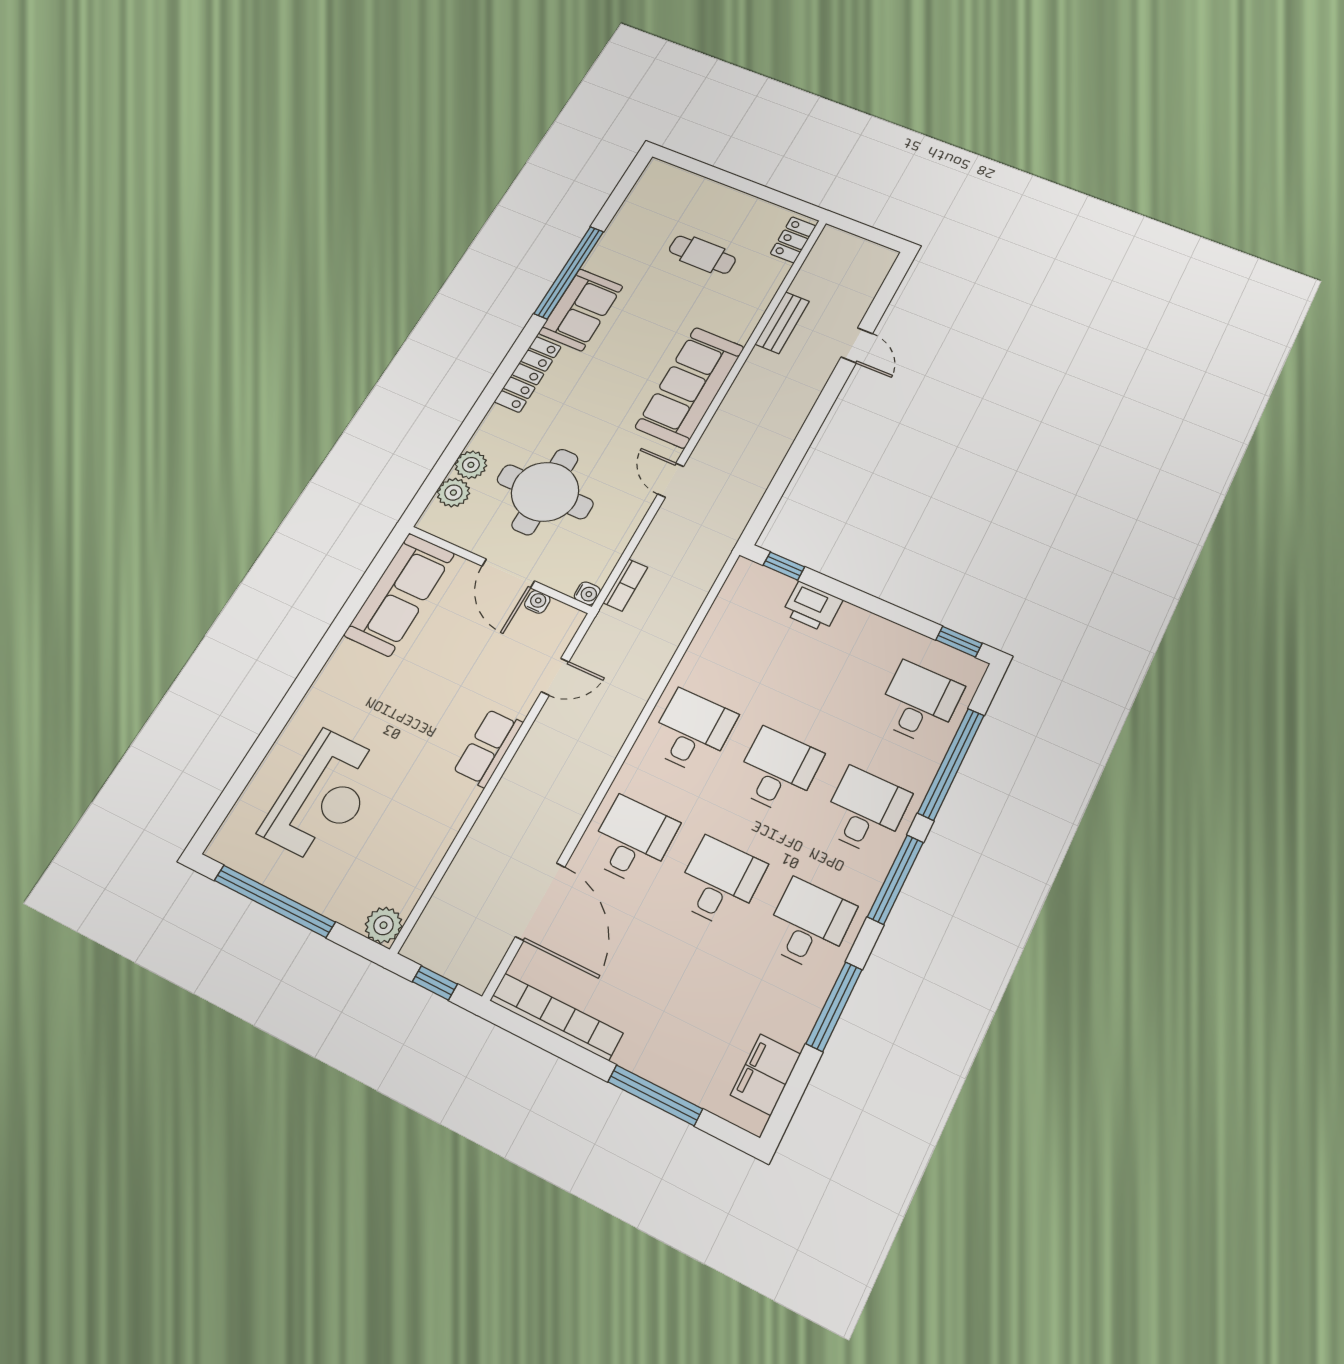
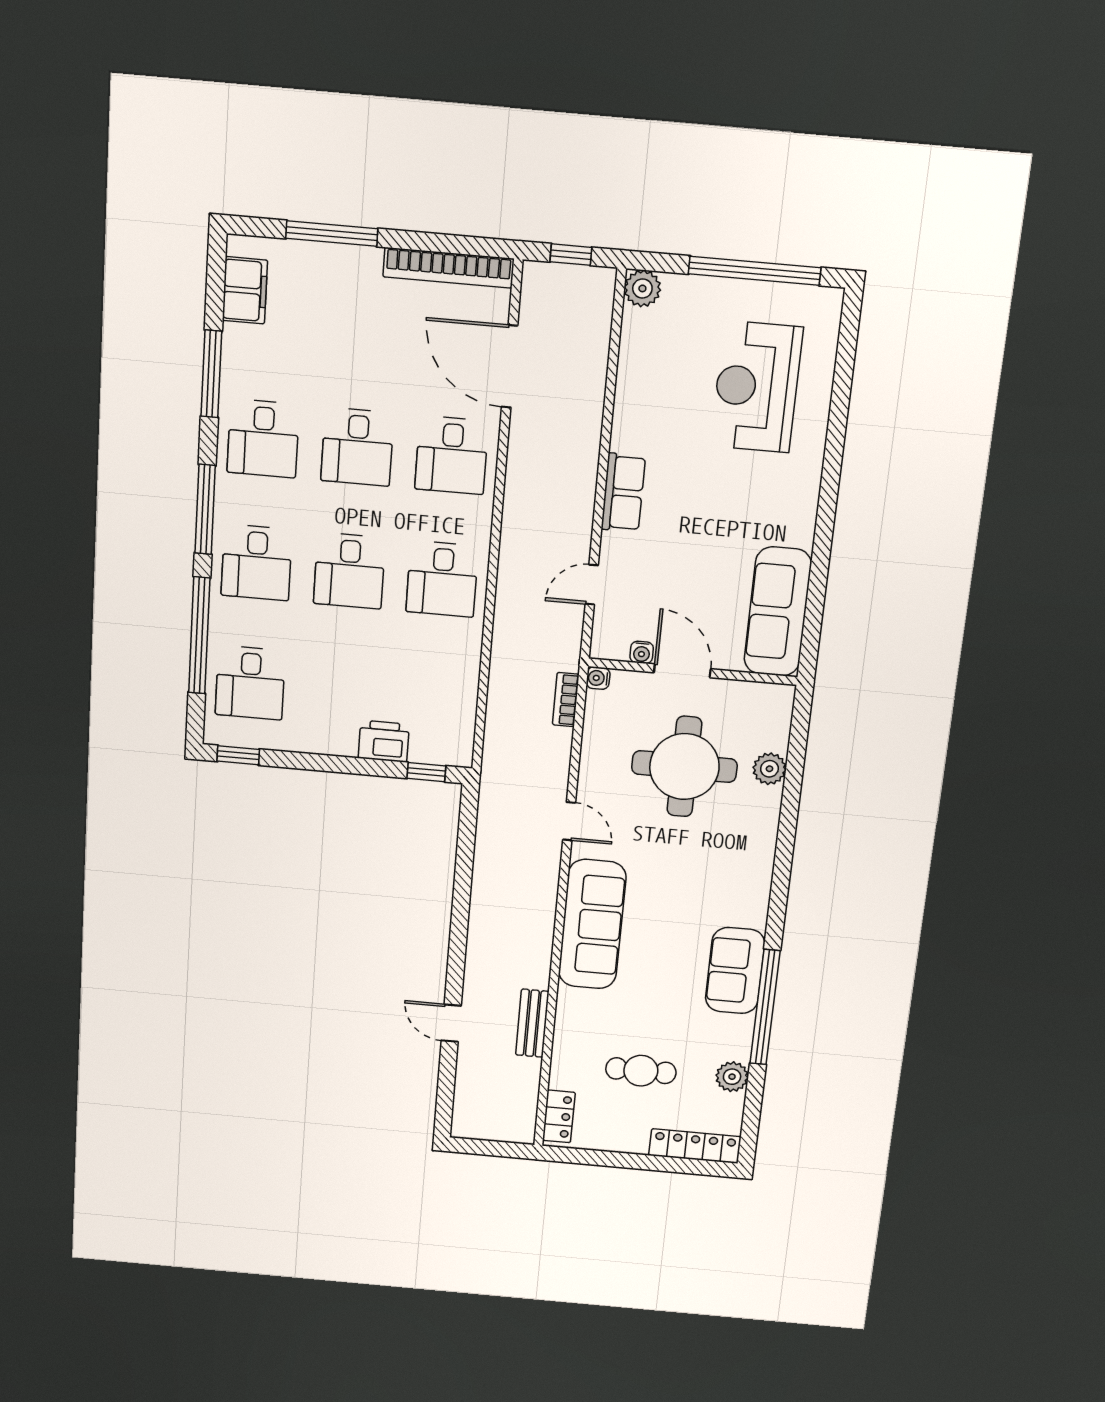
locker: (528, 374) -> (695, 1146), moved, turned 90
plant: (453, 493) -> (732, 1077), moved

